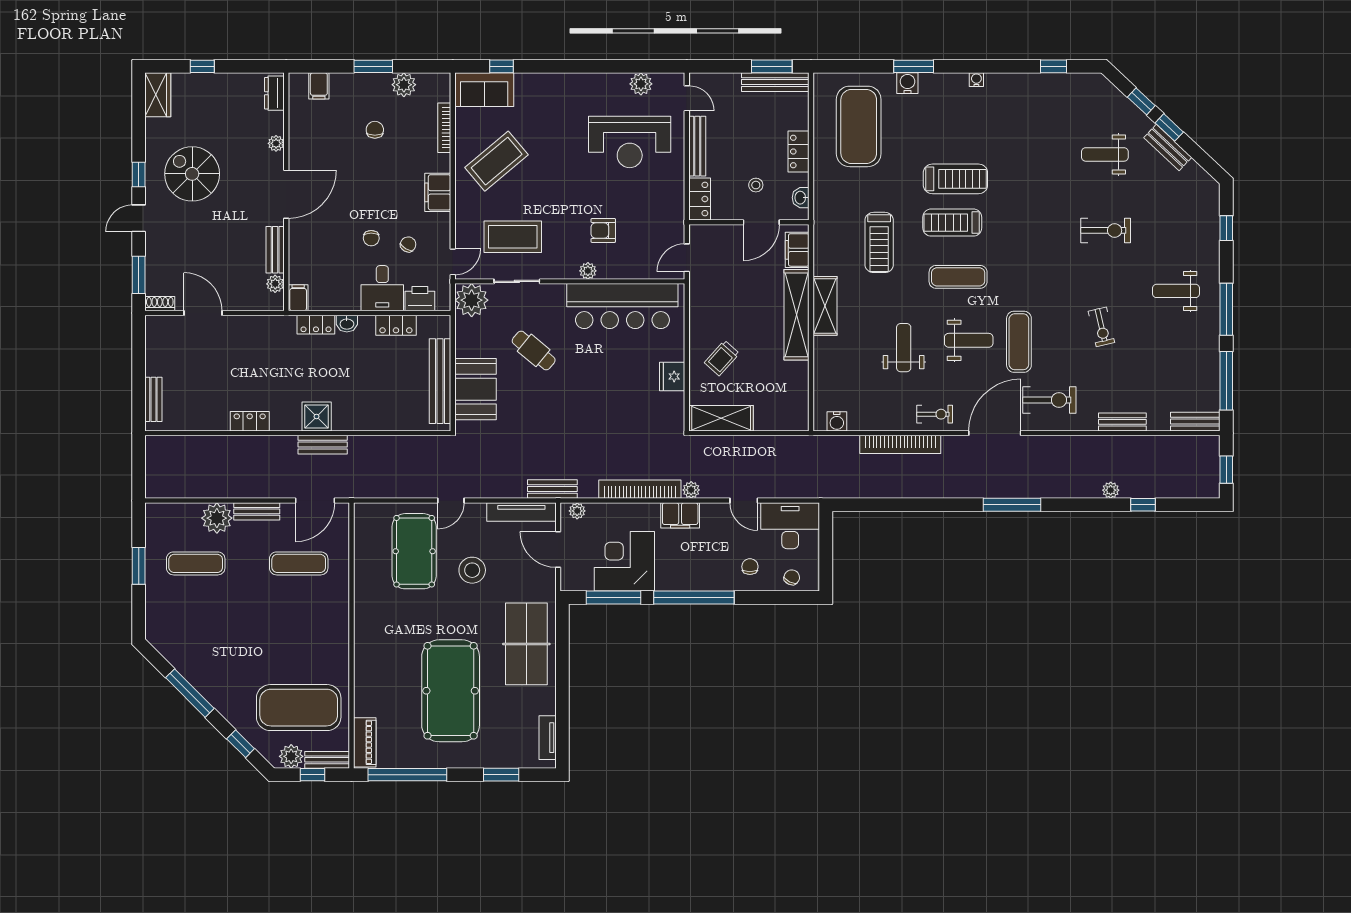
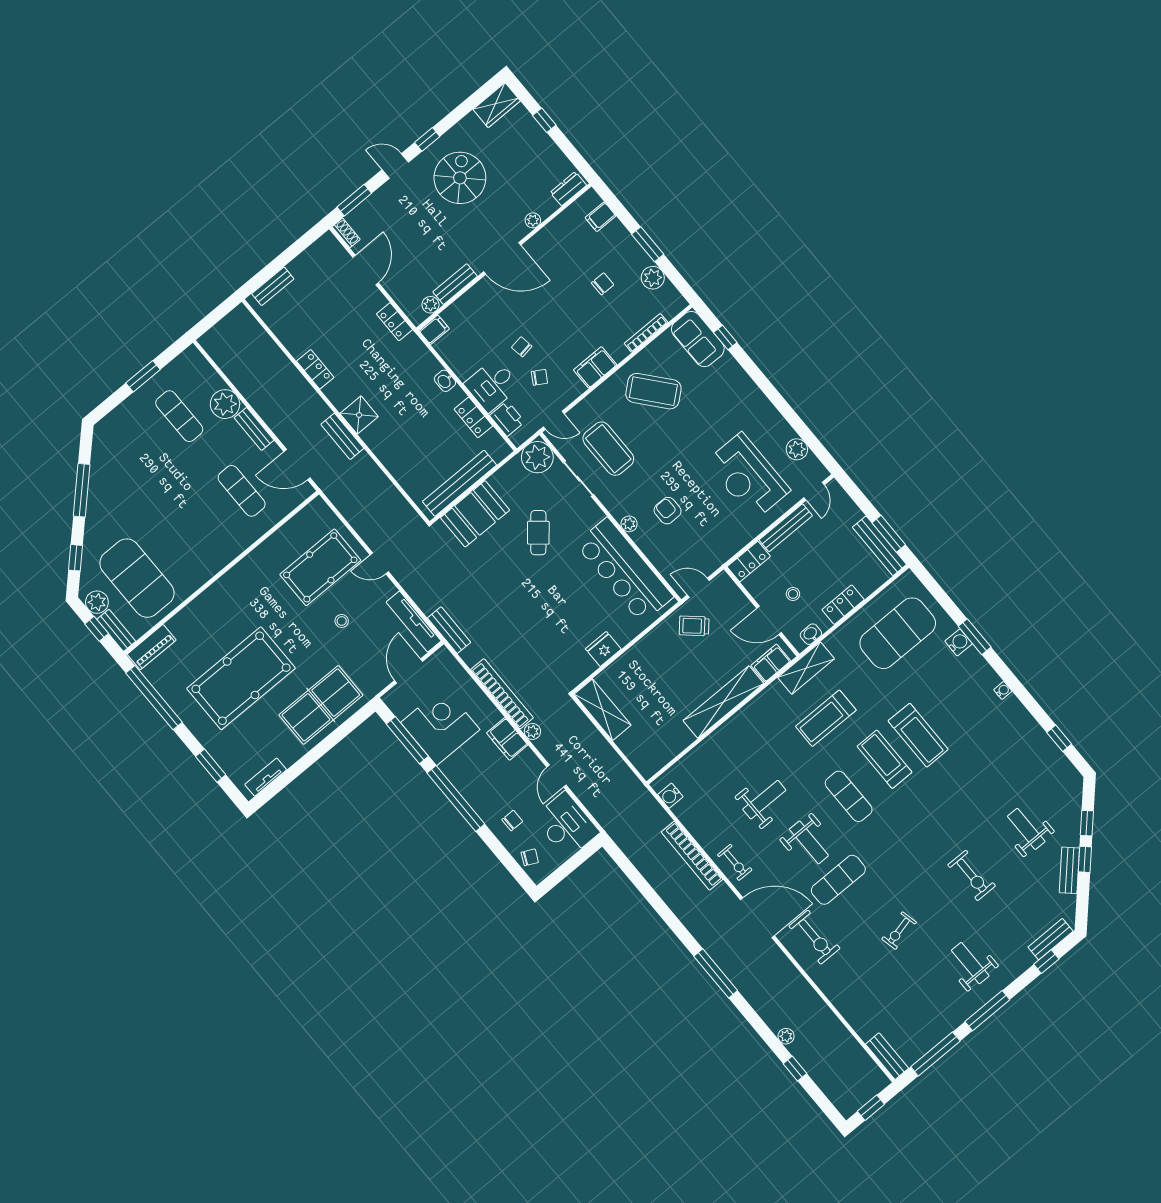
chair: (371, 238) -> (522, 347), turned 81
shelving: (825, 306) -> (806, 668), moved
locker: (316, 325) -> (394, 322), moved
trolley: (722, 358) -> (694, 626), moved
bench: (1122, 422) -> (1051, 939), moved, turned 90
plant: (577, 511) -> (448, 661), removed
stool: (472, 570) -> (342, 621), width x0.53, depth x0.53

